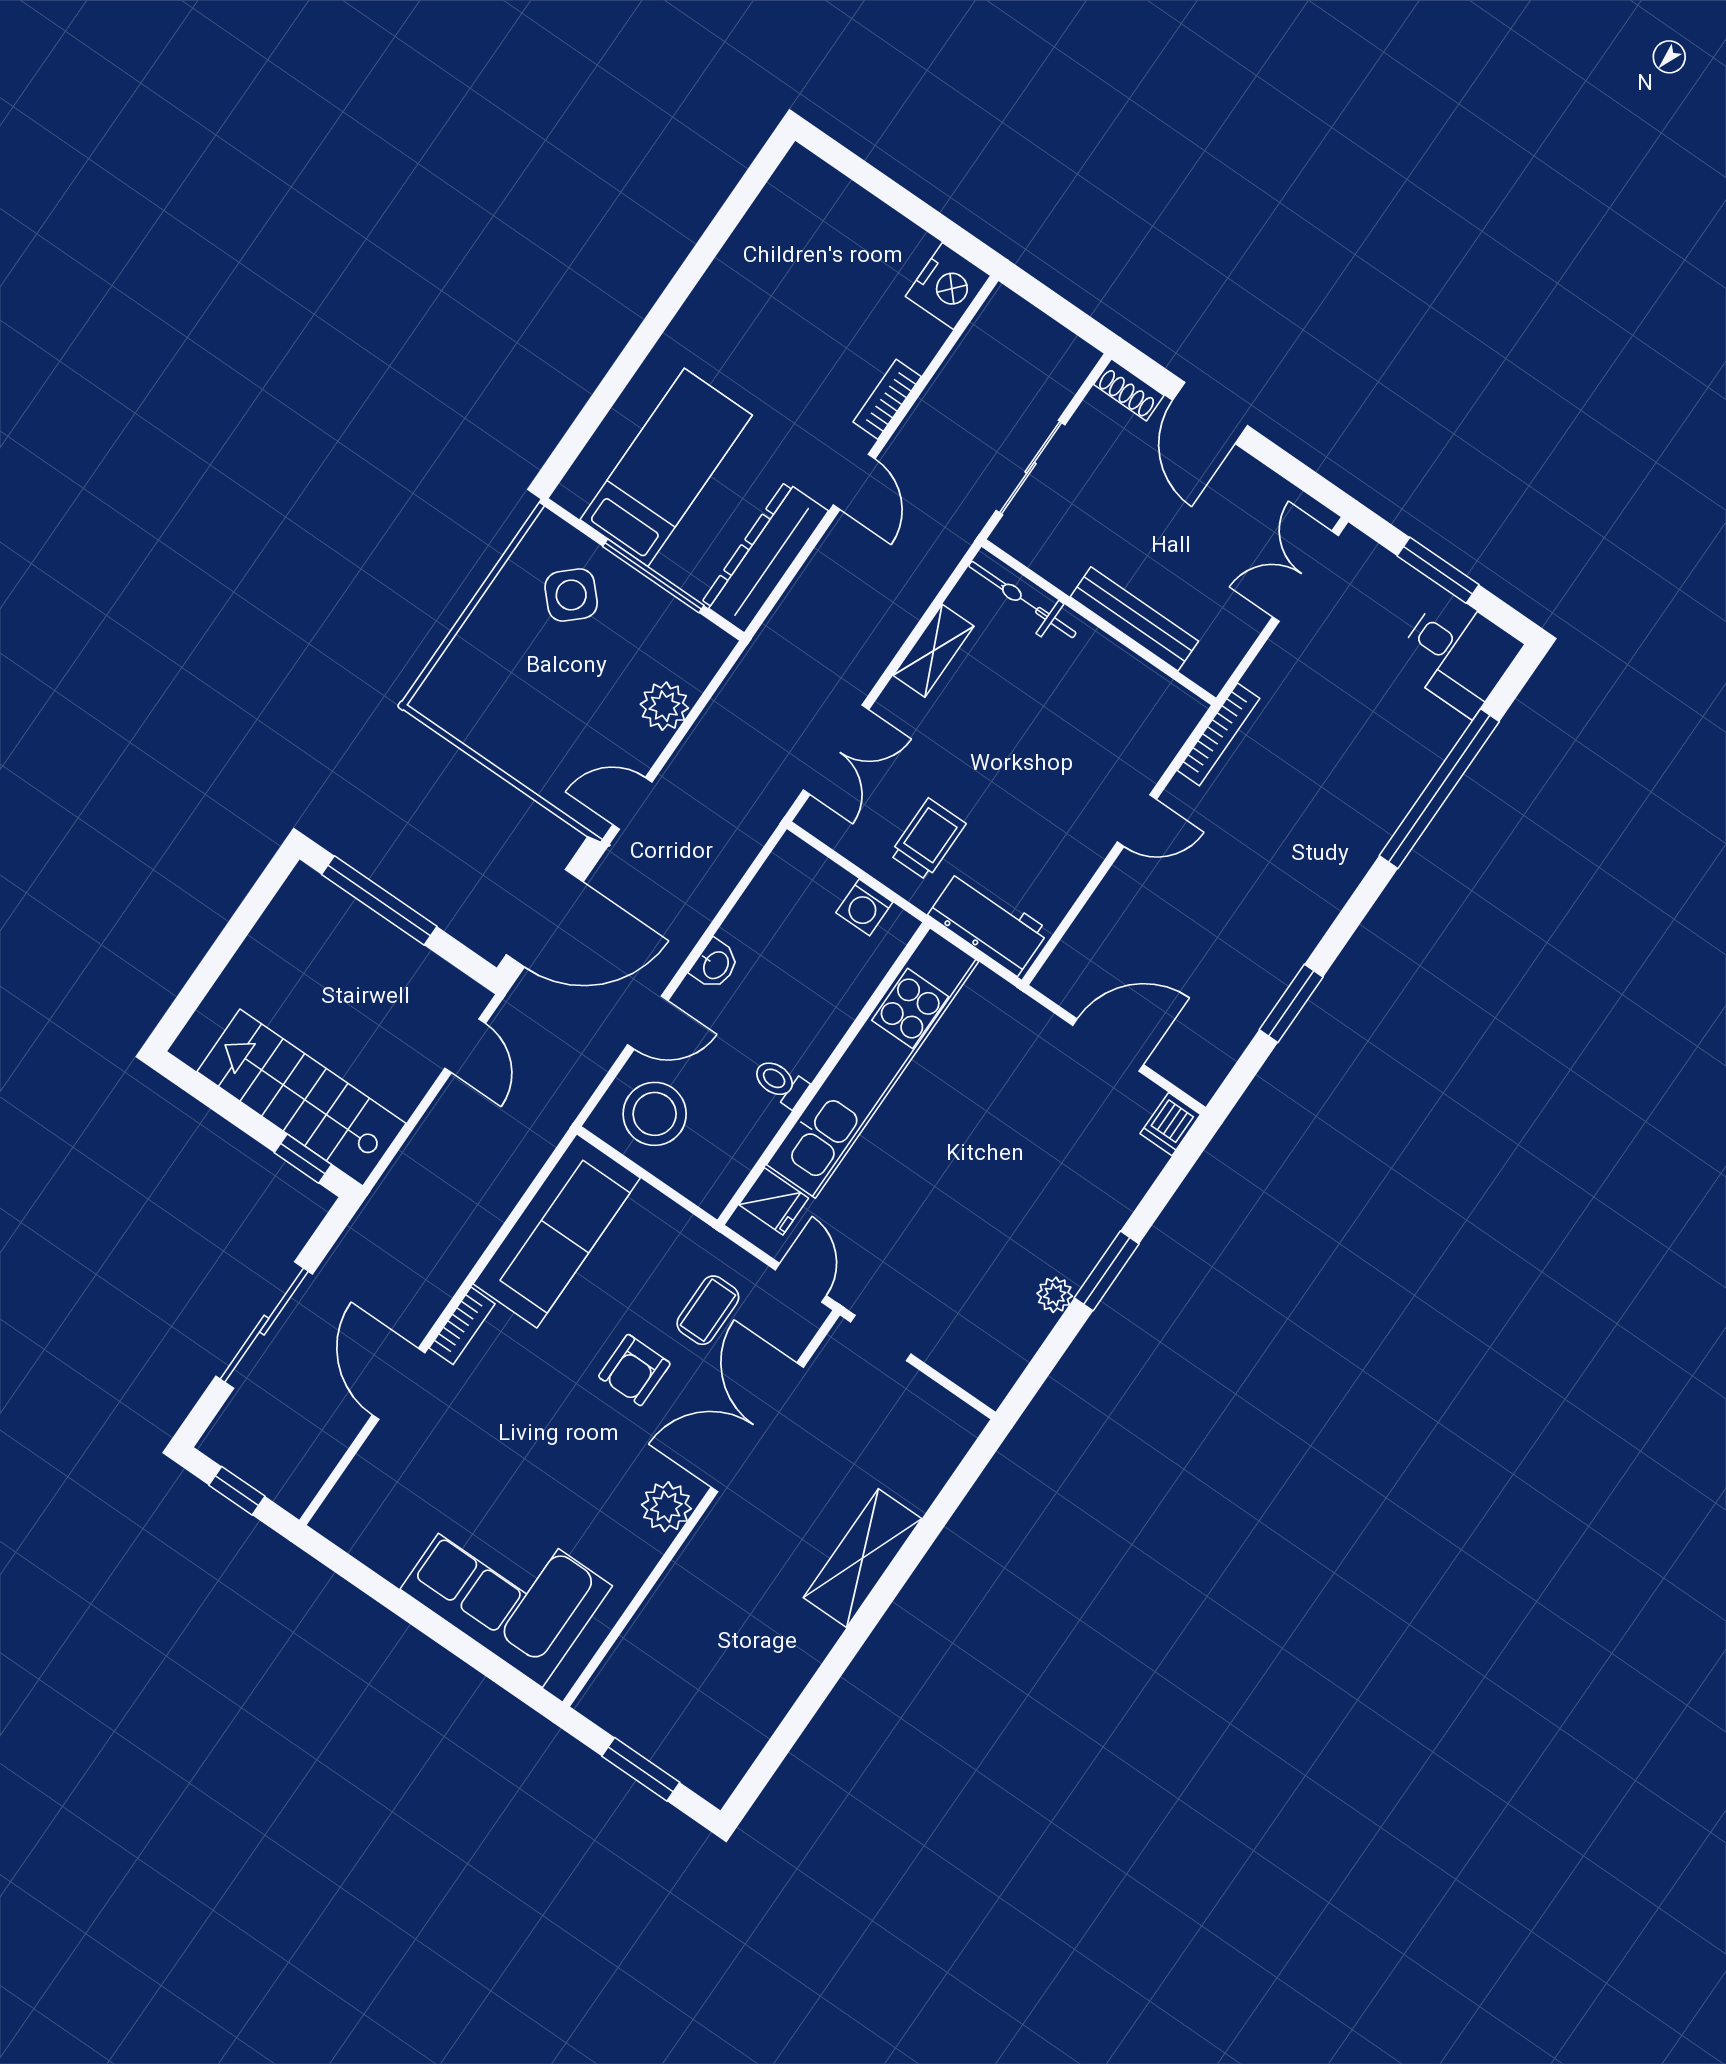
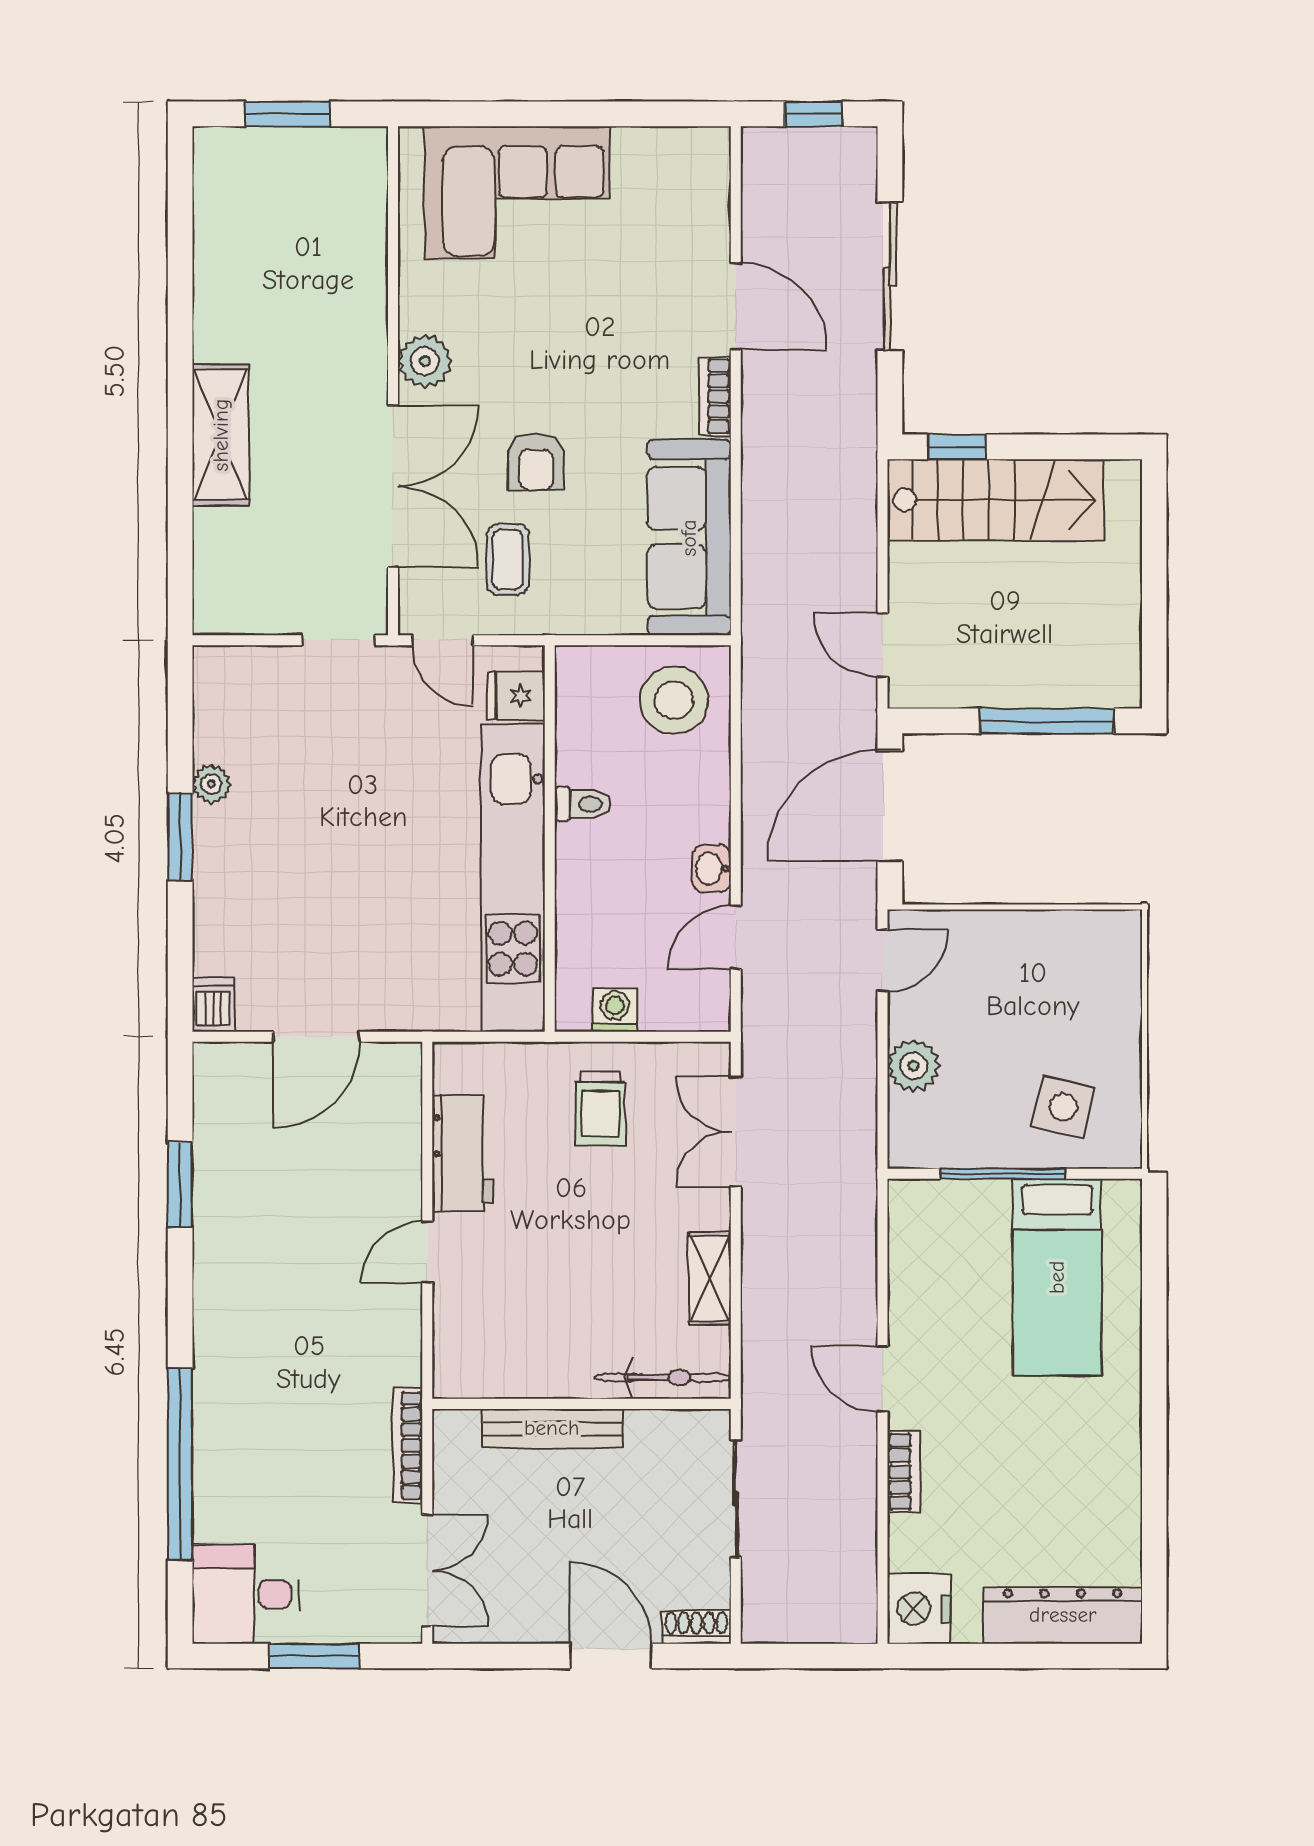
dresser: (765, 557) -> (1063, 1615), moved, turned -90
side table: (571, 595) -> (1063, 1107), turned -34
bookcase: (1218, 734) -> (408, 1445), moved
workbench: (988, 923) -> (462, 1153), moved, turned -90
door: (648, 1023) -> (736, 937), moved
armchair: (634, 1370) -> (536, 462), turned 180

